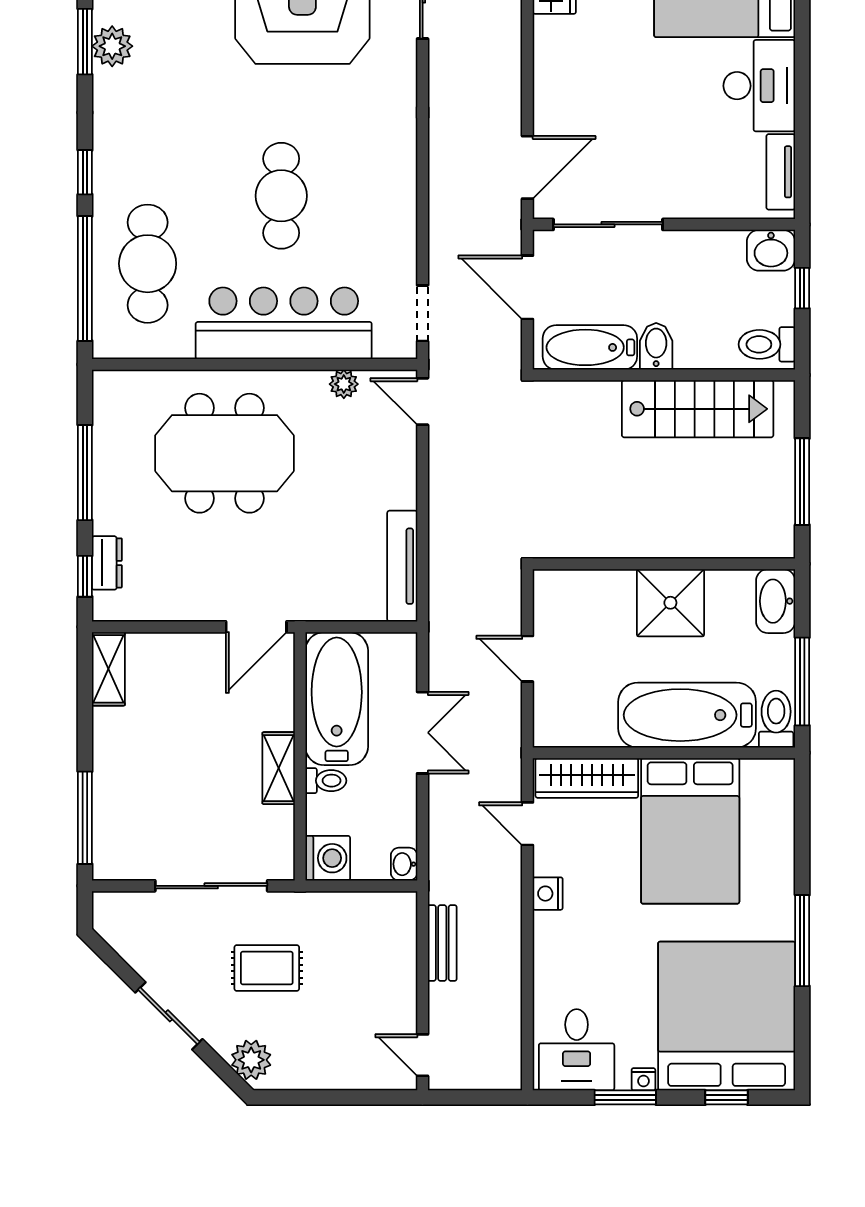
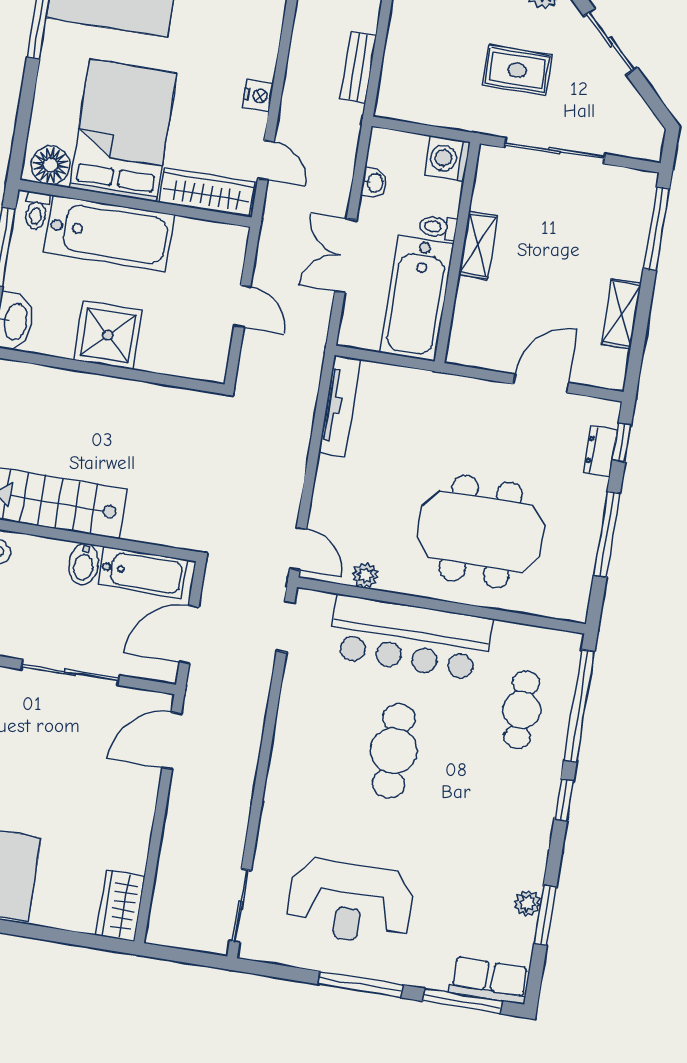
plant: (112, 46) -> (527, 903), width x0.73, depth x0.73
sliding door: (608, 224) -> (70, 672), moved
cafe table: (148, 264) -> (522, 710), width x0.73, depth x0.74
door: (527, 287) -> (189, 635), swing flipped
door: (256, 627) -> (541, 383), moved
shelving: (108, 669) -> (621, 314), moved
toilet: (776, 719) -> (36, 211), width x0.73, depth x0.72
floor lamp: (764, 780) -> (51, 165), added
washbasin: (404, 864) -> (374, 183), moved

